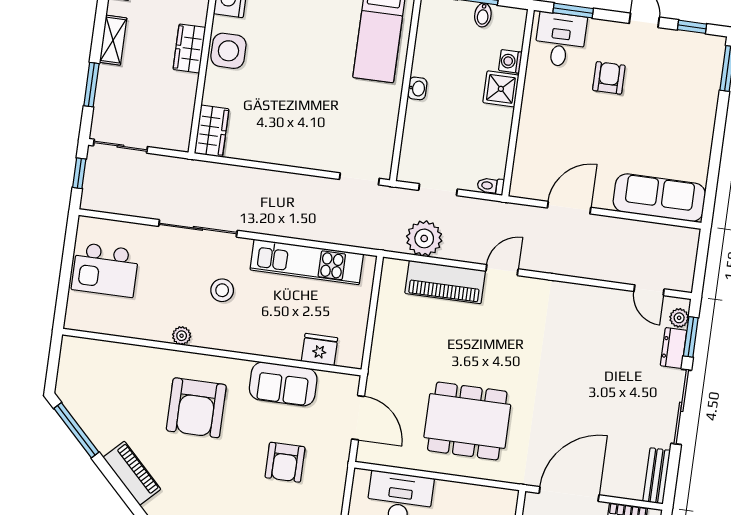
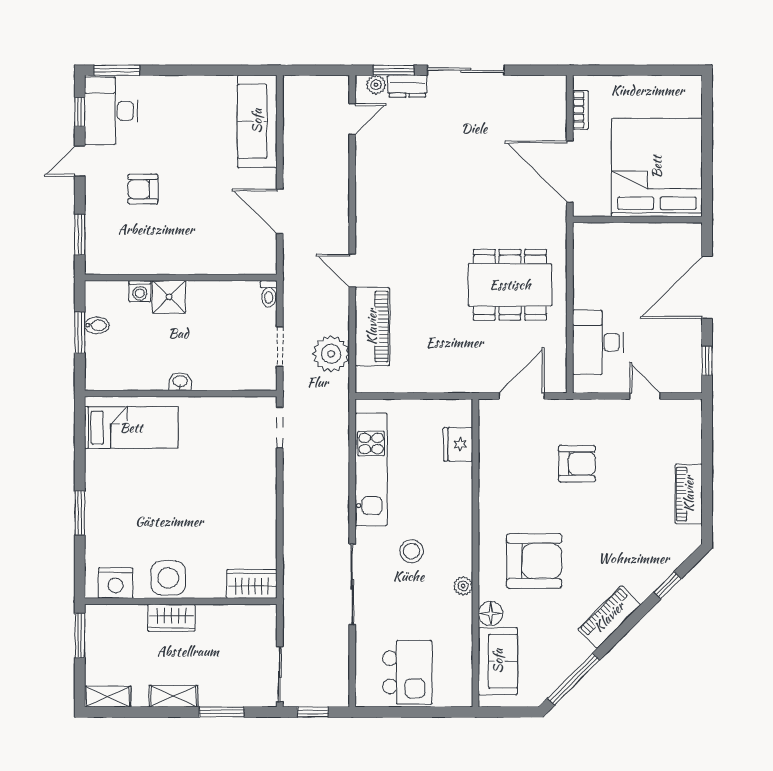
desk: (560, 40) -> (111, 111), moved, width x1.37
floor lamp: (151, 359) -> (491, 613), added
sofa: (283, 384) -> (498, 661), moved
dining table: (467, 421) -> (510, 285), turned 90
bench: (657, 476) -> (539, 86), removed

